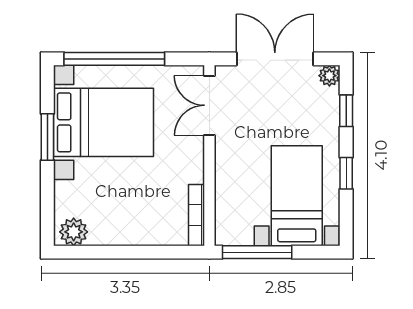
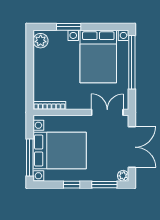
window: (346, 111) -> (104, 185), width x1.50
window: (47, 137) -> (69, 27), moved
bed with nightstands: (297, 196) -> (60, 151), width x1.36
window: (257, 252) -> (30, 158), moved

